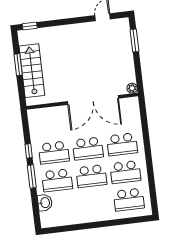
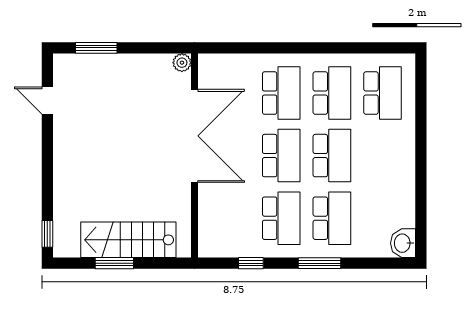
window: (29, 151) -> (251, 263), moved
washbasin: (45, 203) -> (403, 243), moved, turned -90

